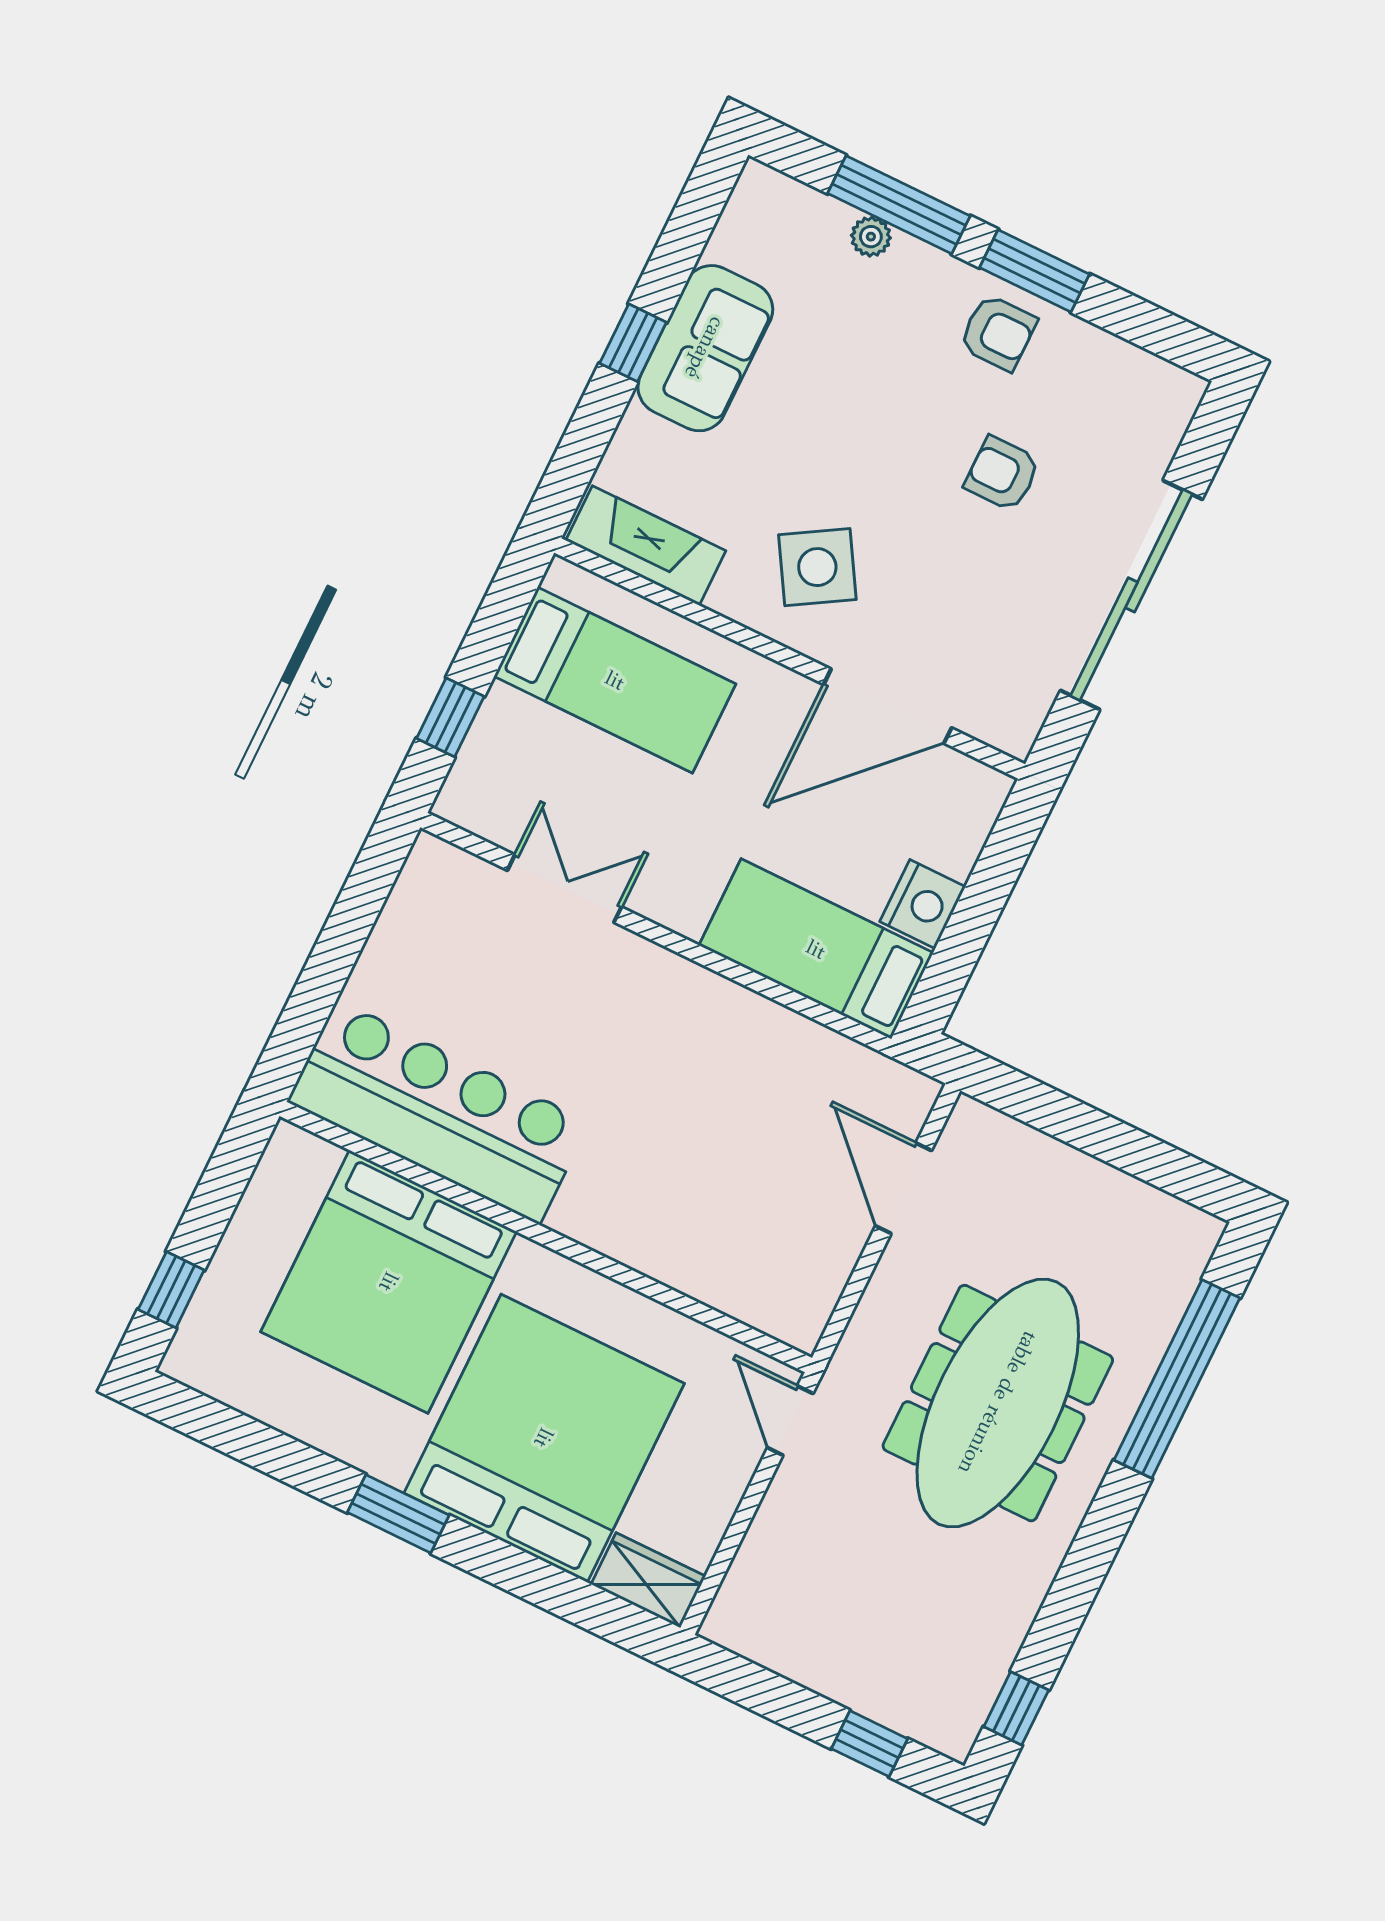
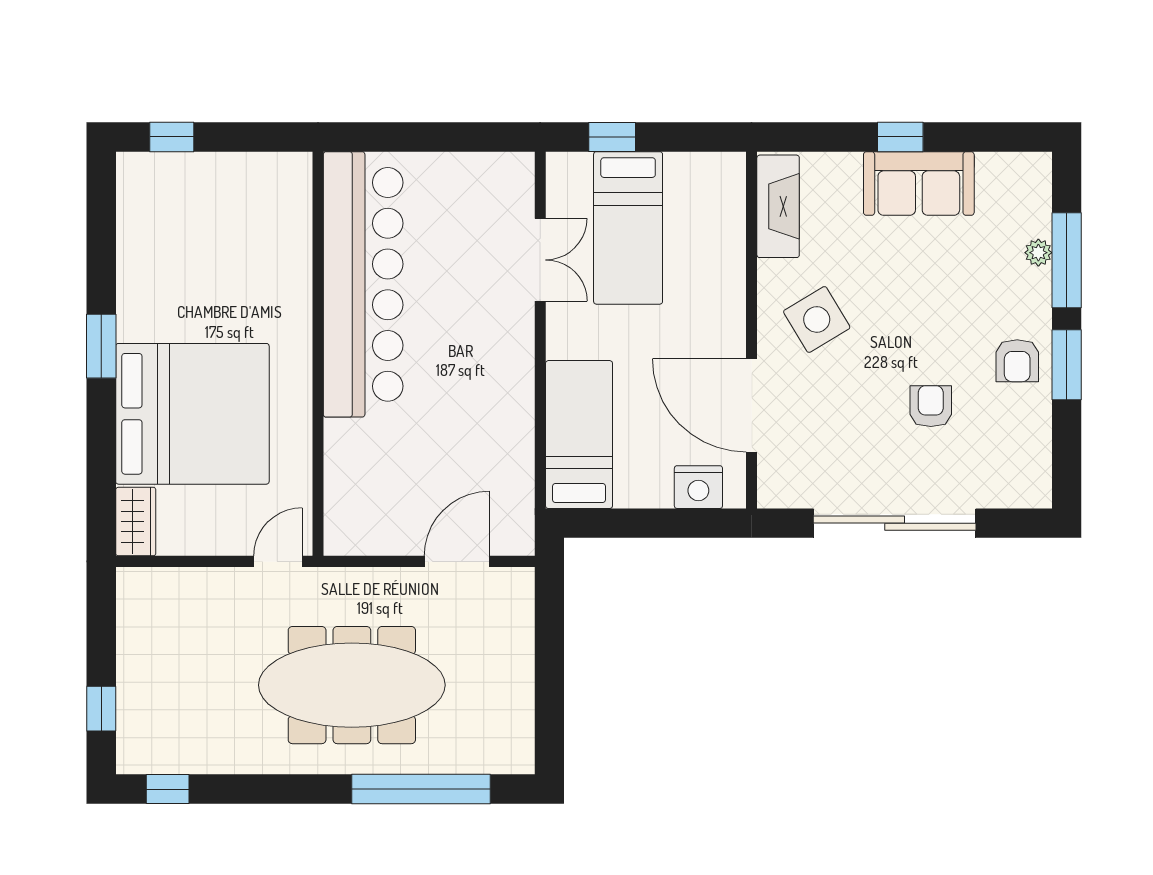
bed: (615, 680) -> (628, 228), moved
nightstand: (923, 904) -> (698, 487), moved
bar counter: (438, 1112) -> (363, 284), width x1.36
bed: (389, 1282) -> (243, 270), removed

